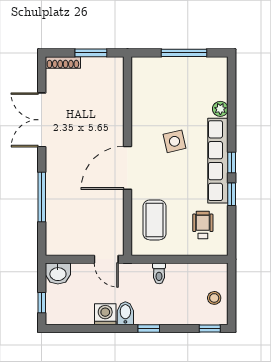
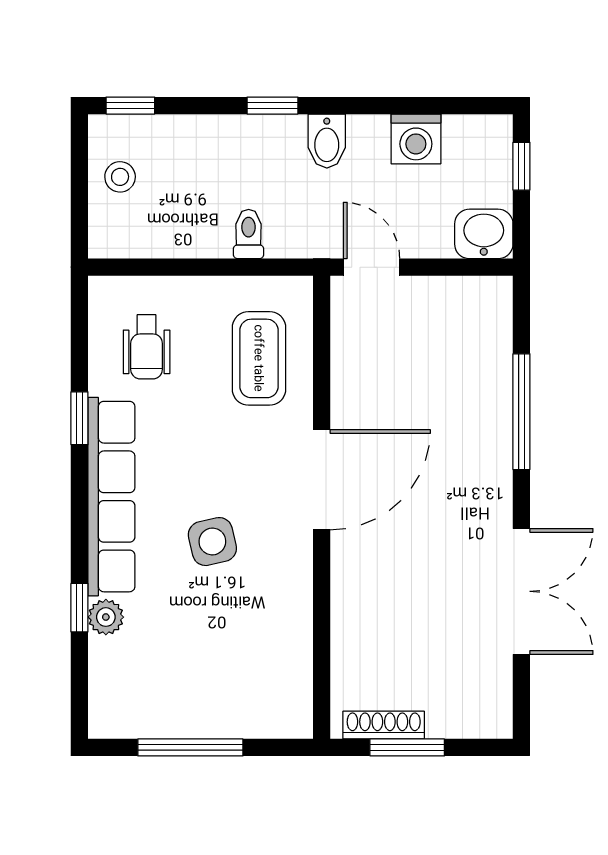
shoe rack: (63, 62) -> (384, 725), moved
window: (232, 163) -> (79, 608), moved
washing machine: (105, 314) -> (416, 139), moved

